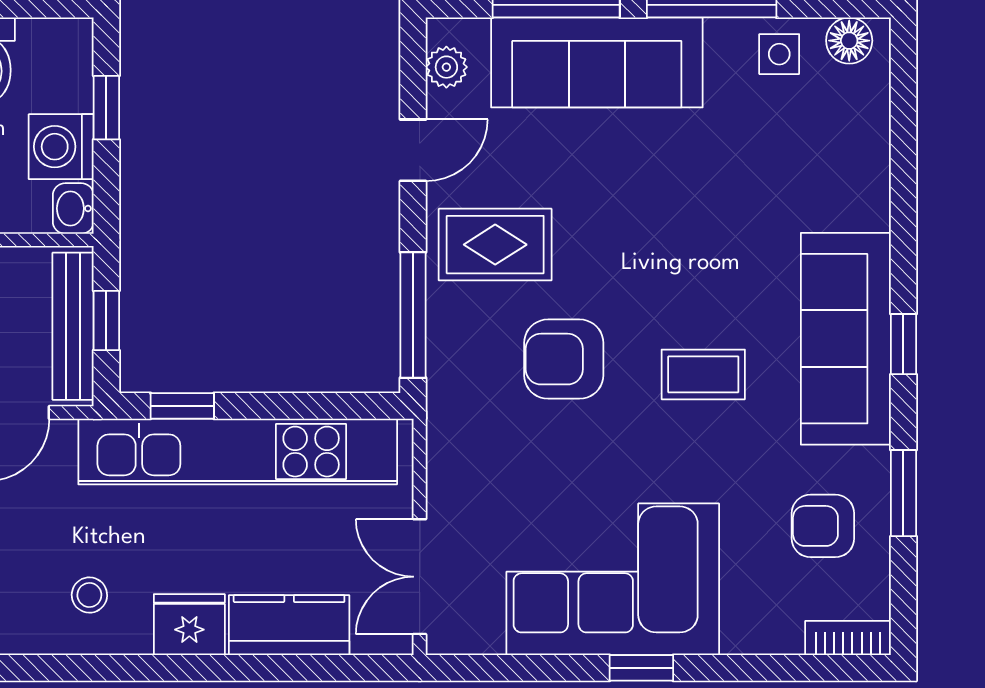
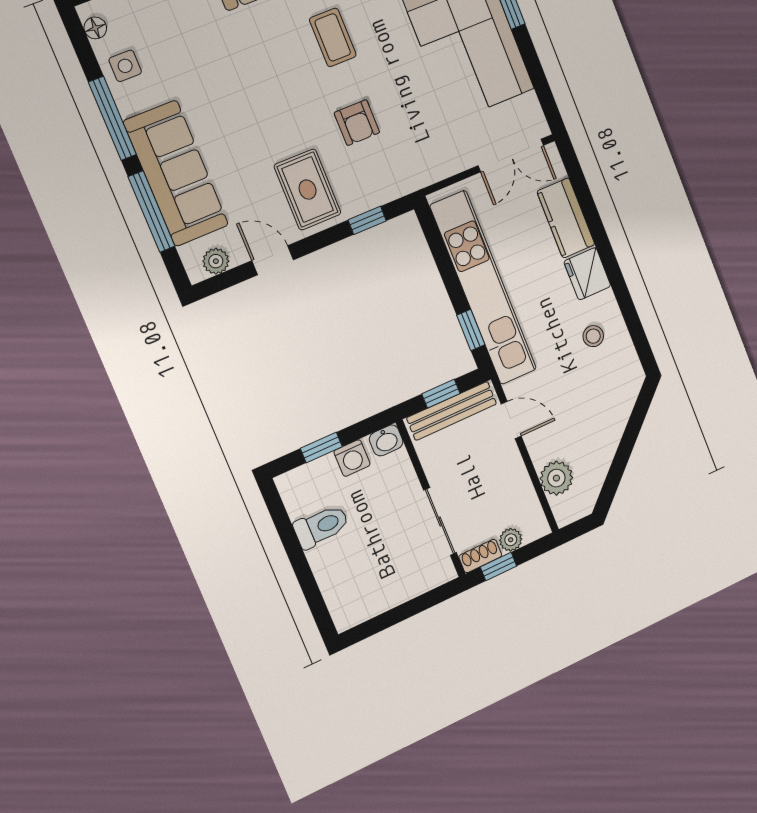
floor lamp: (849, 41) -> (95, 28), width x0.73, depth x0.73
washing machine: (61, 147) -> (352, 458), width x0.73, depth x0.73
window: (413, 315) -> (367, 220), width x0.46
armchair: (564, 359) -> (357, 123), width x0.72, depth x0.72

